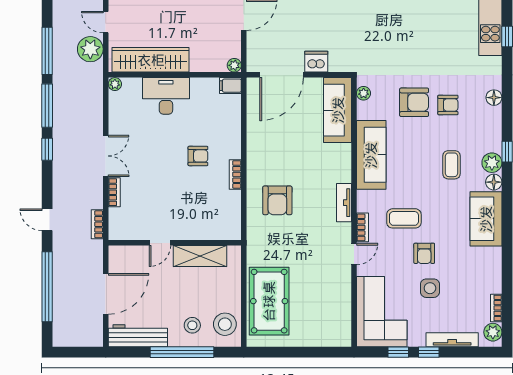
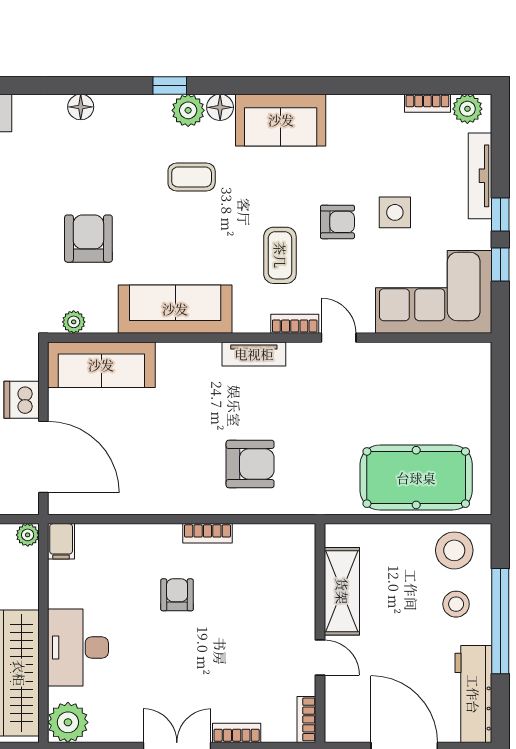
plant: (115, 84) -> (68, 722), width x1.88, depth x1.88
armchair: (448, 105) -> (93, 183), removed
bookcase: (122, 235) -> (306, 719), added

